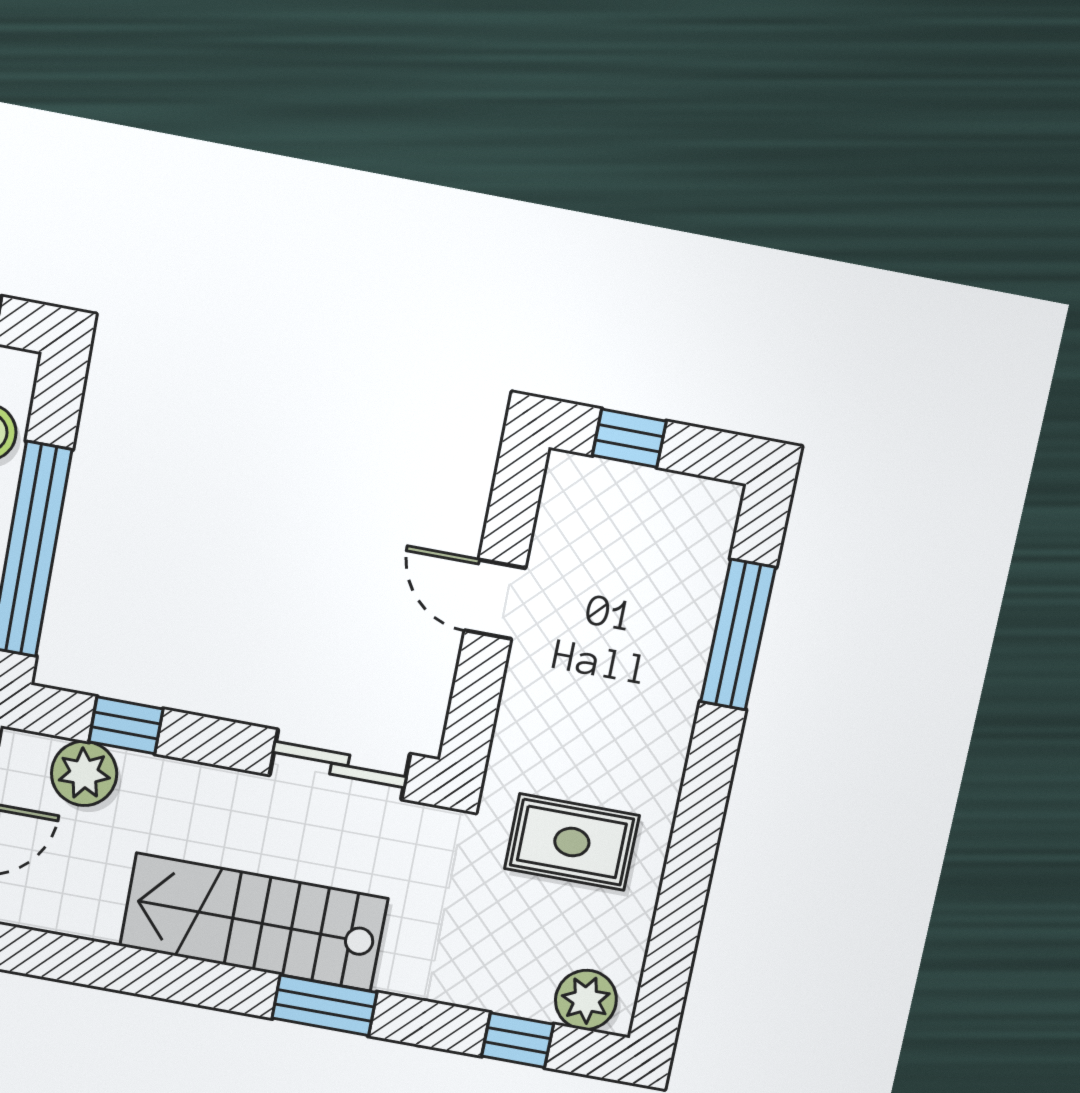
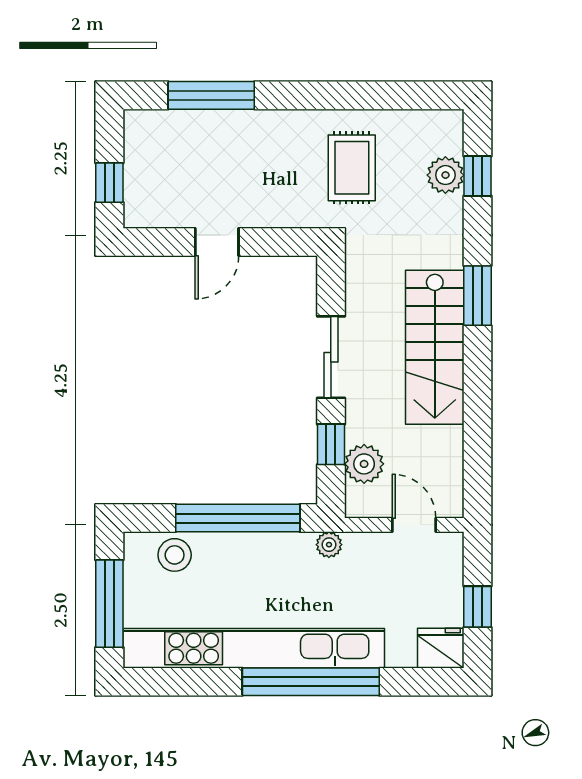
sliding door: (340, 765) -> (331, 357), moved
plant: (586, 1000) -> (445, 175), moved

